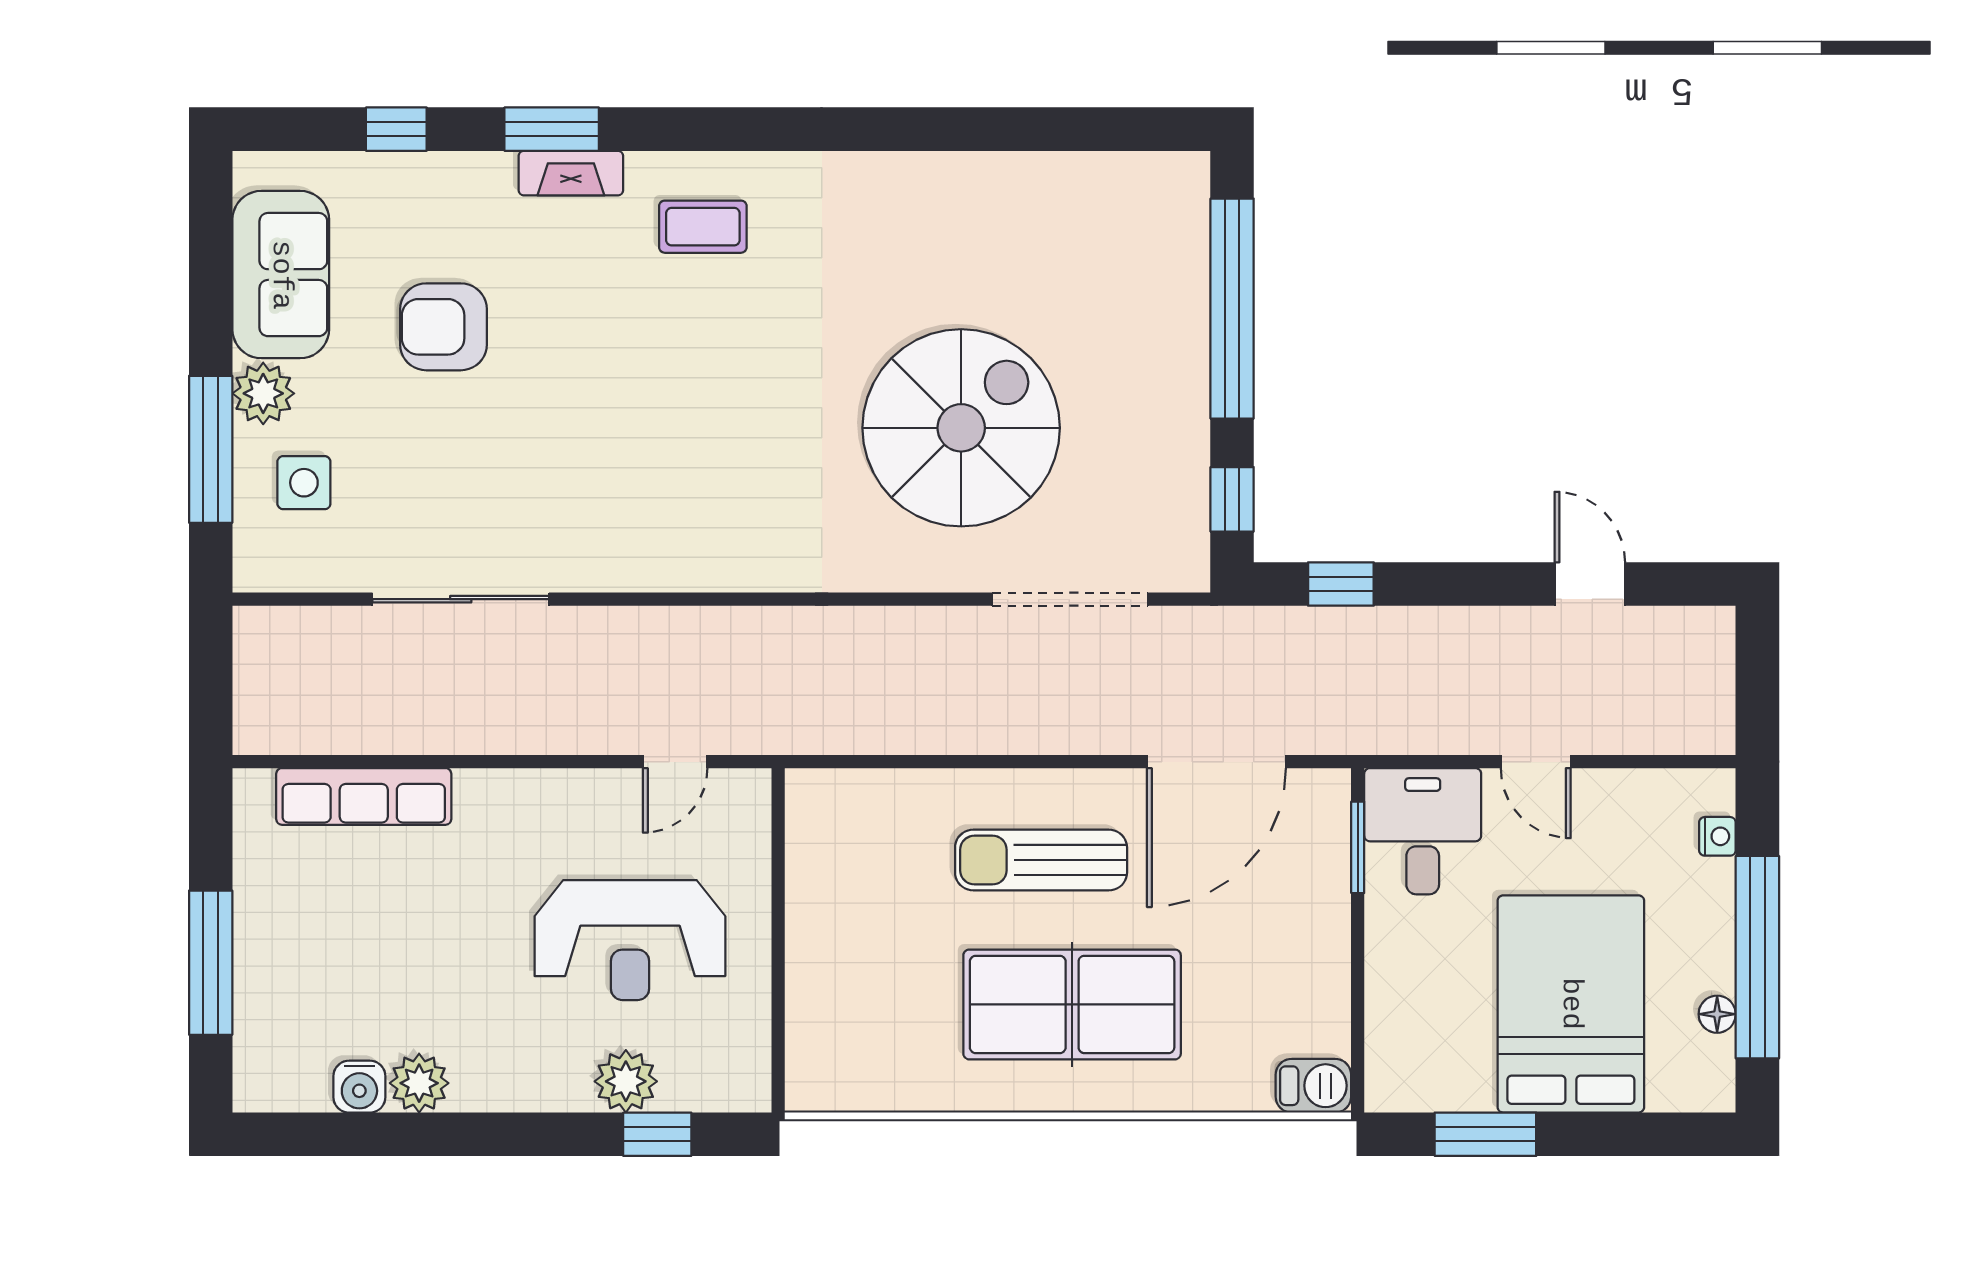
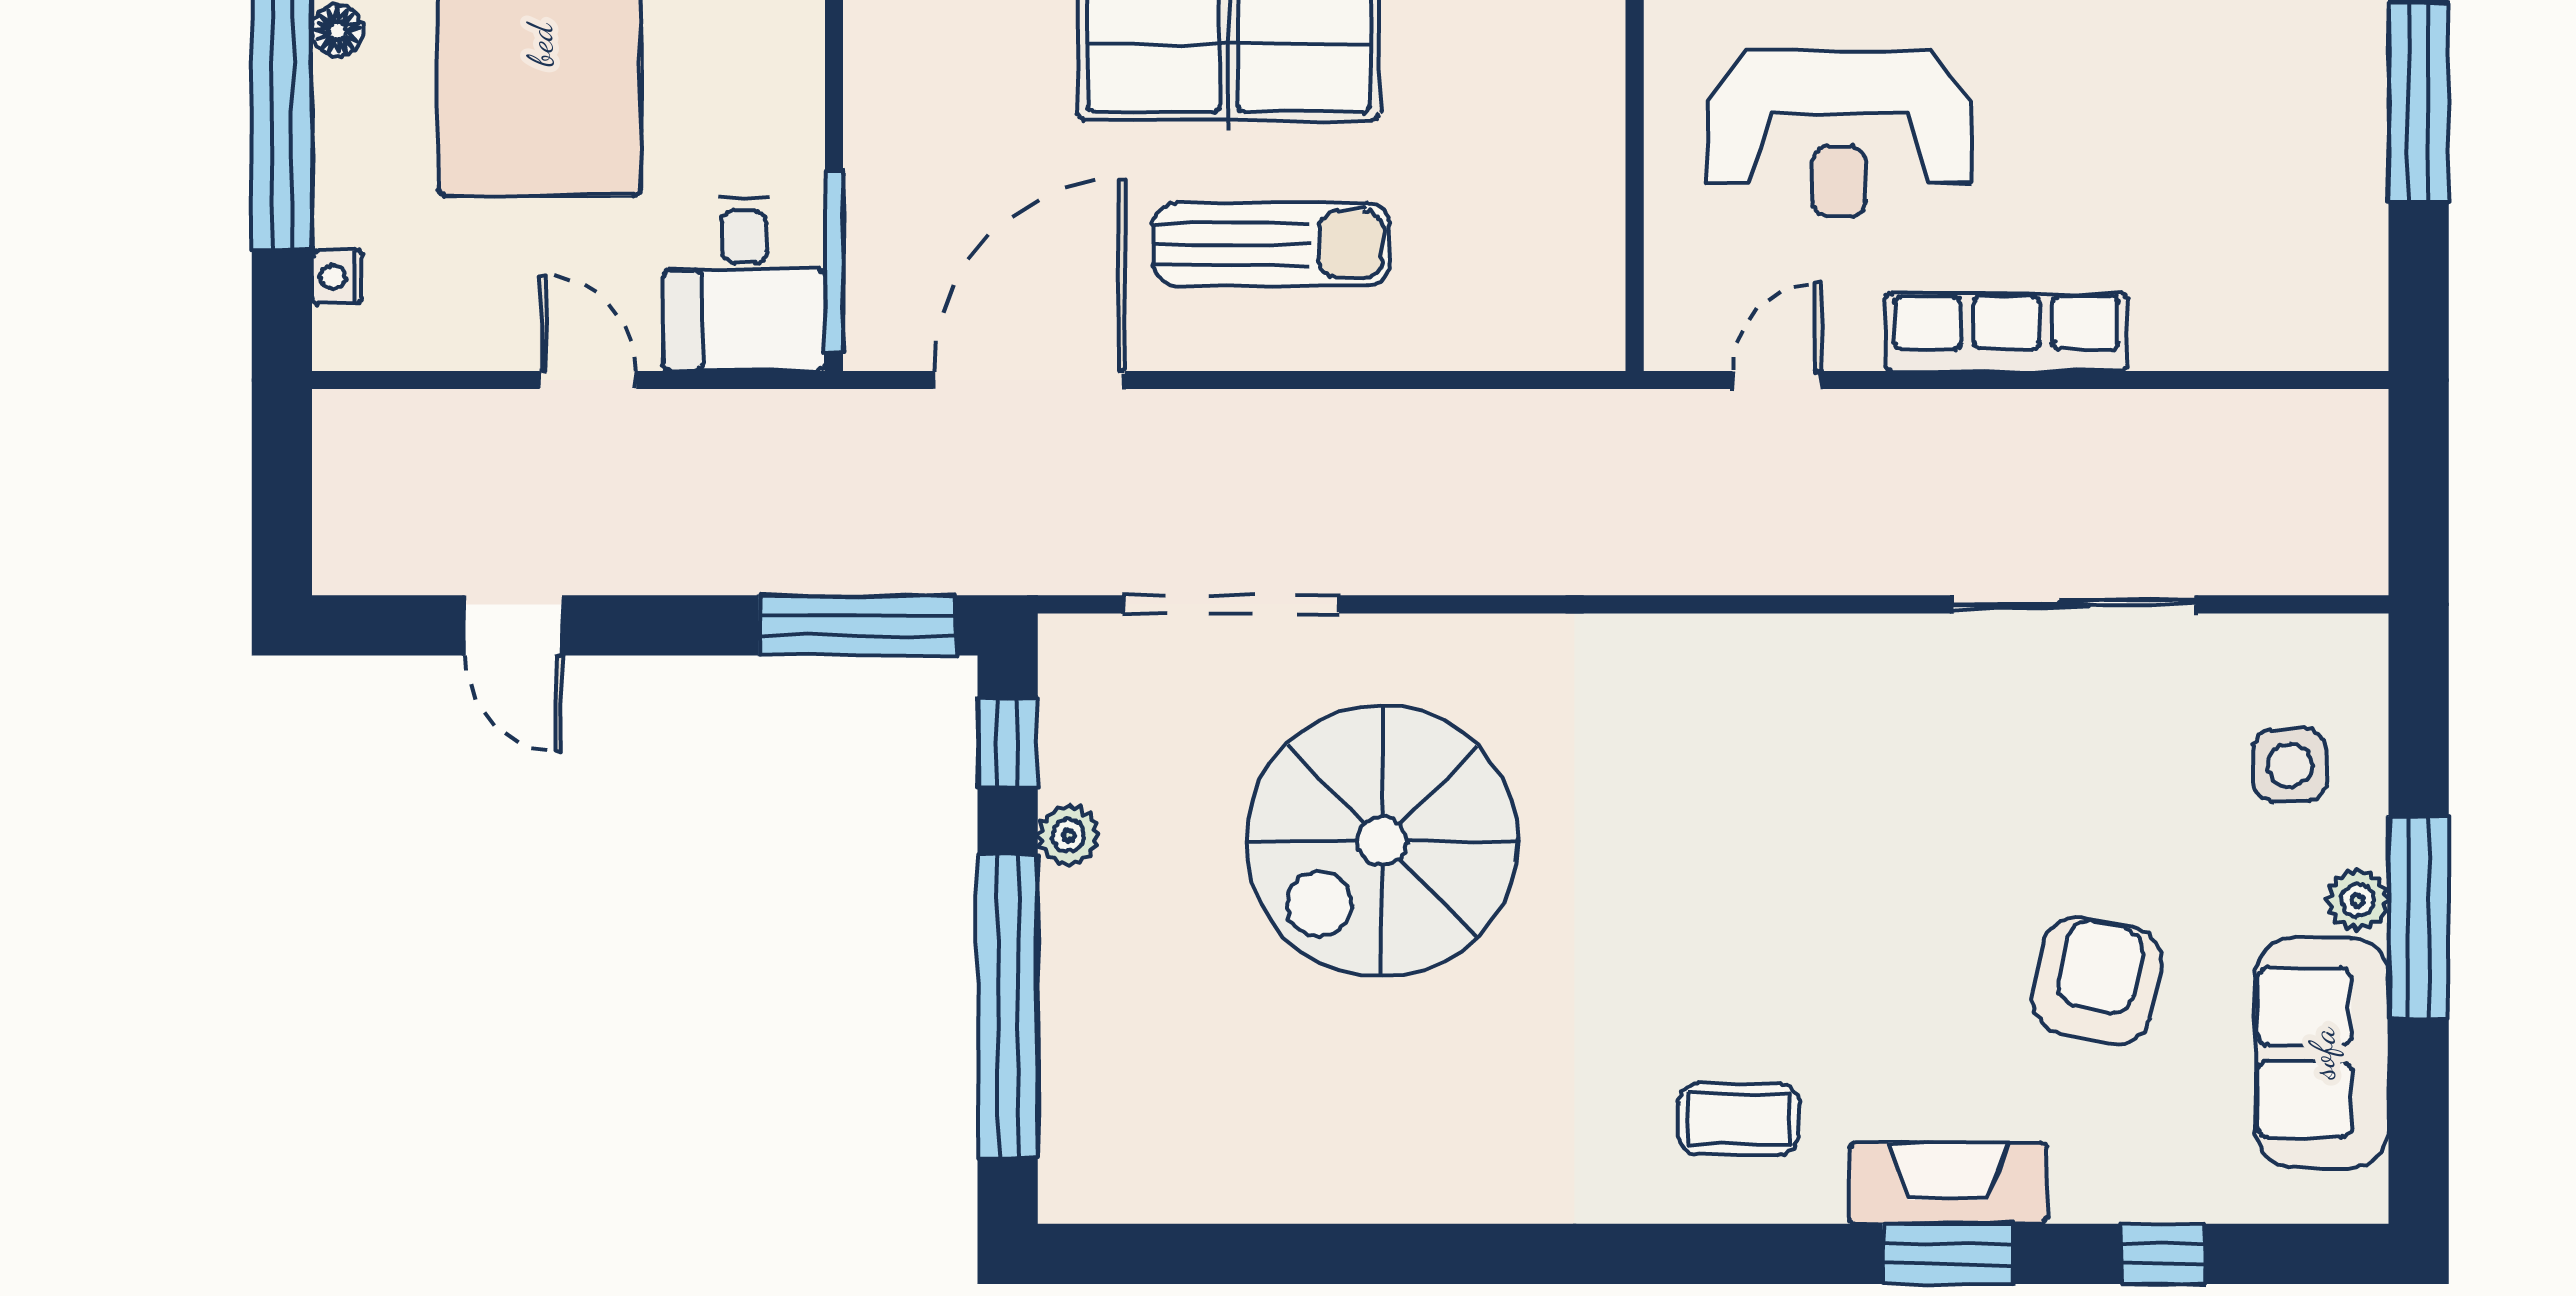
fireplace: (571, 173) -> (1948, 1183), width x1.37, depth x1.32
armchair: (443, 327) -> (2097, 981), turned -78
plant: (263, 393) -> (2358, 900), width x0.73, depth x0.73
plant: (1188, 432) -> (1068, 835), added
window: (211, 449) -> (2419, 918), moved
window: (1341, 584) -> (857, 625), width x2.17
row of seats: (364, 796) -> (2007, 332), moved
window: (1358, 847) -> (834, 262), width x1.44
reception desk: (630, 940) -> (1839, 134), turned 180

